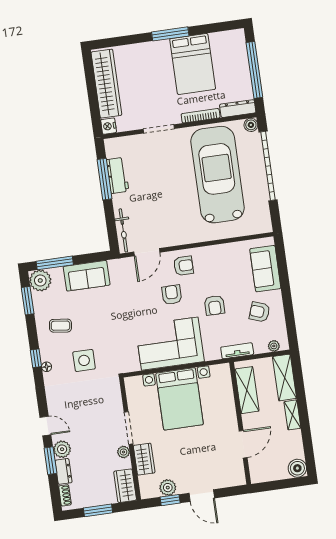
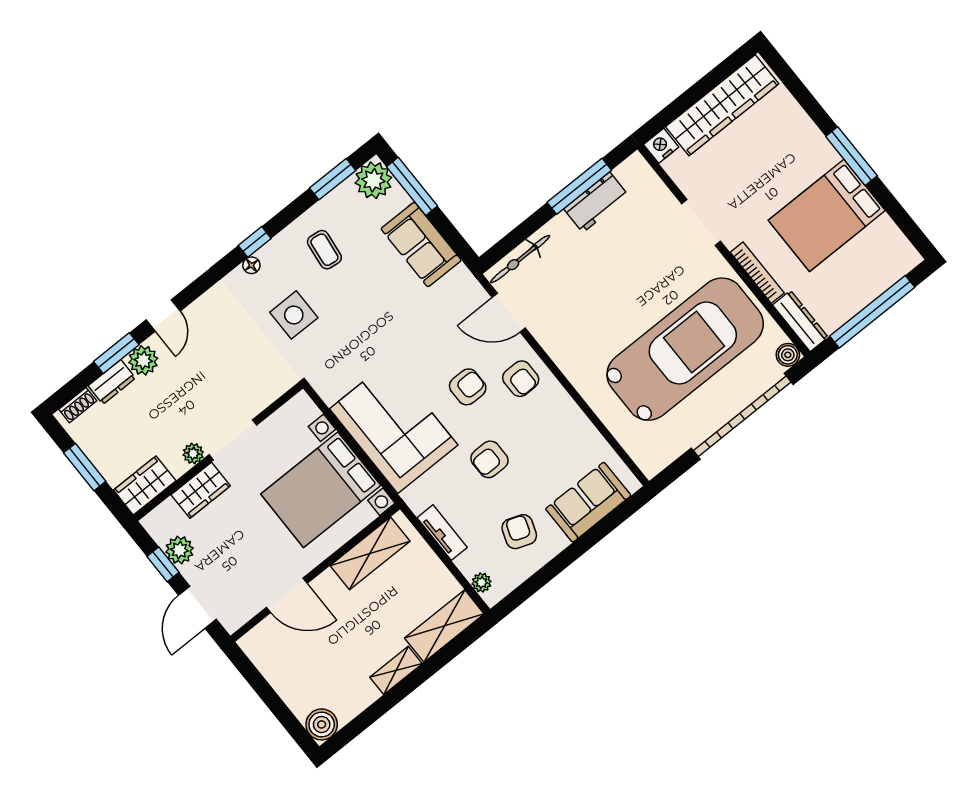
shelving: (247, 390) -> (370, 553), moved
wall: (240, 423) -> (315, 572), moved
door: (243, 444) -> (287, 595), moved

